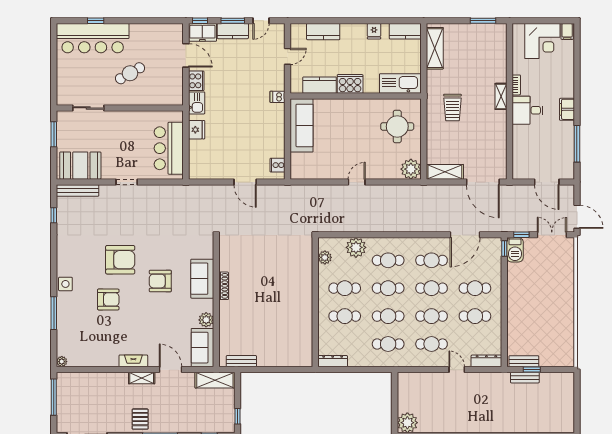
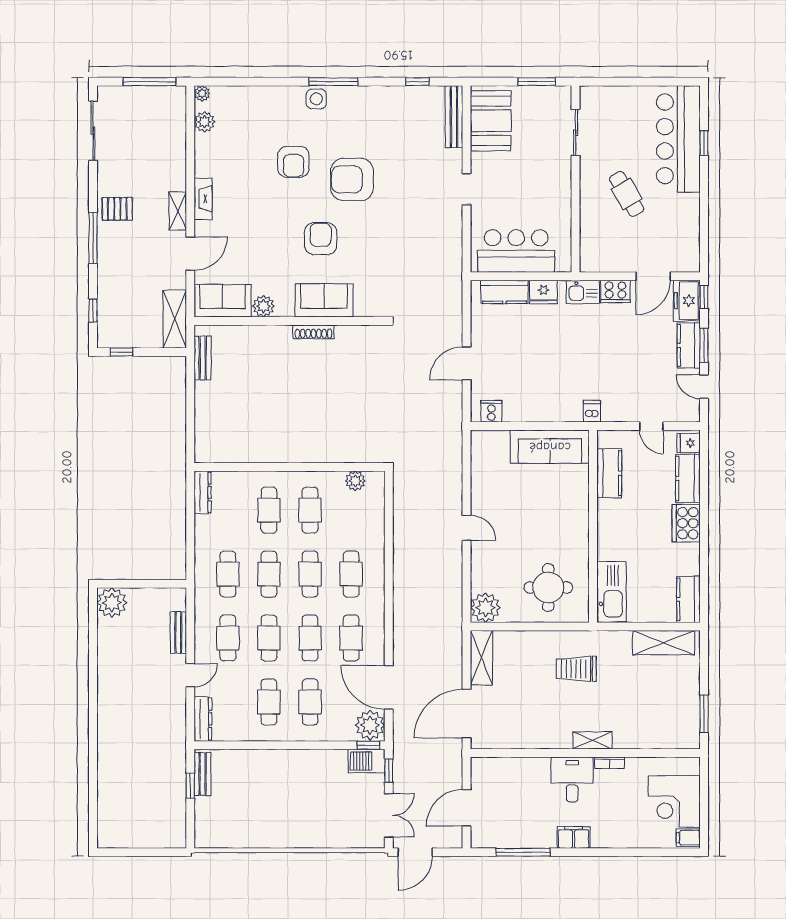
fridge: (374, 31) -> (689, 443), moved
cooker: (350, 84) -> (686, 523), moved, turned 180
kitchen counter: (197, 156) -> (505, 292), added
plant: (356, 247) -> (370, 725), moved
armchair: (120, 260) -> (352, 179), turned 90
window: (54, 313) -> (333, 82), moved
plant: (81, 360) -> (205, 122), added
bench: (525, 378) -> (178, 633), moved

